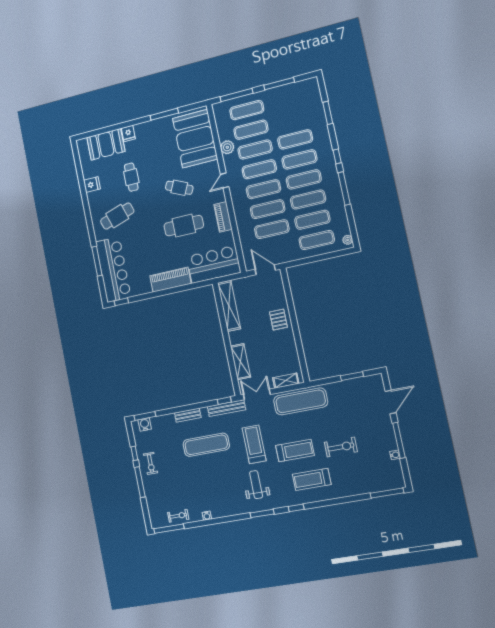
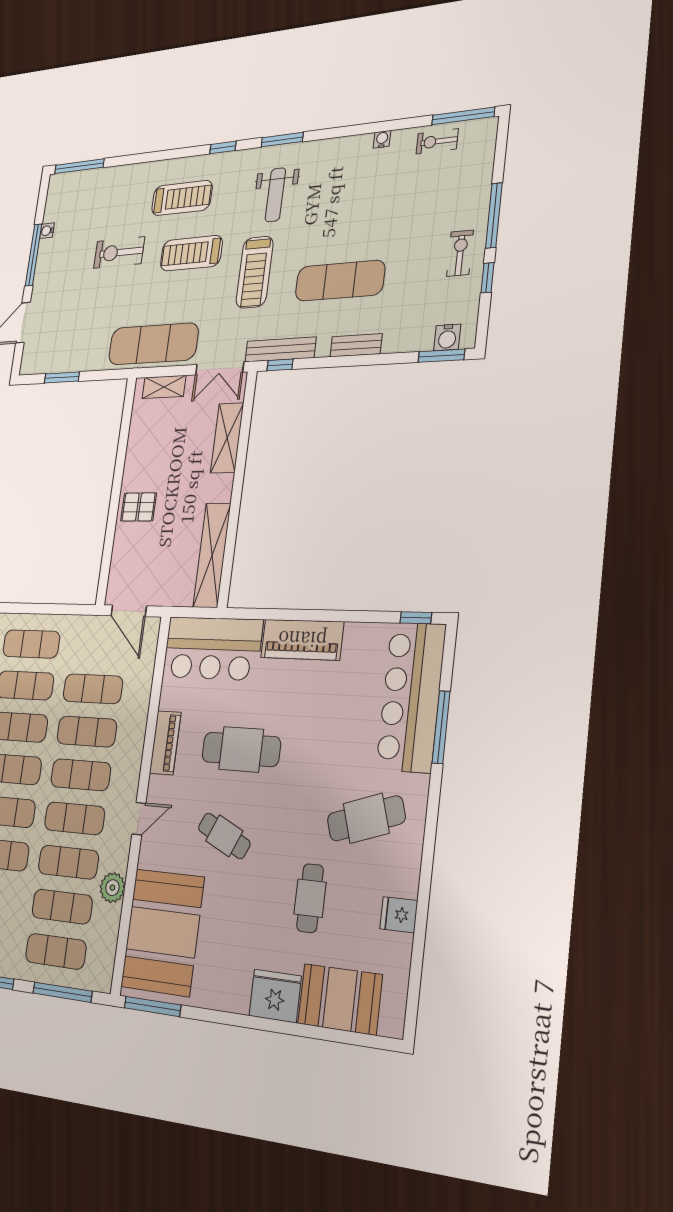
window: (164, 114) -> (152, 1006), moved
fridge: (128, 133) -> (275, 996), width x1.88, depth x1.34
pallet: (278, 320) -> (139, 507), turned 90

